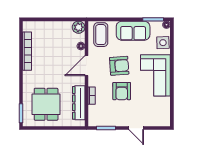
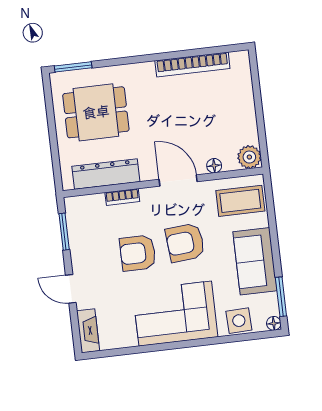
armchair: (119, 66) -> (185, 243), turned 89
fireplace: (159, 122) -> (88, 331), added
door: (136, 128) -> (71, 289), hinge flipped

